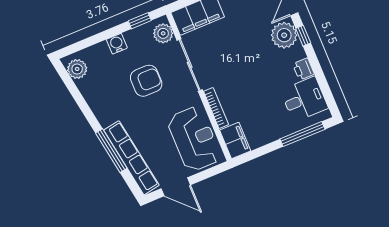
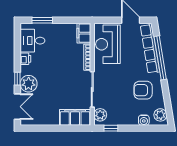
water cooler: (117, 44) -> (144, 120), moved
armchair: (146, 81) -> (143, 90), moved
window: (302, 134) -> (42, 20), width x0.69
window: (111, 151) -> (160, 58), width x1.46

